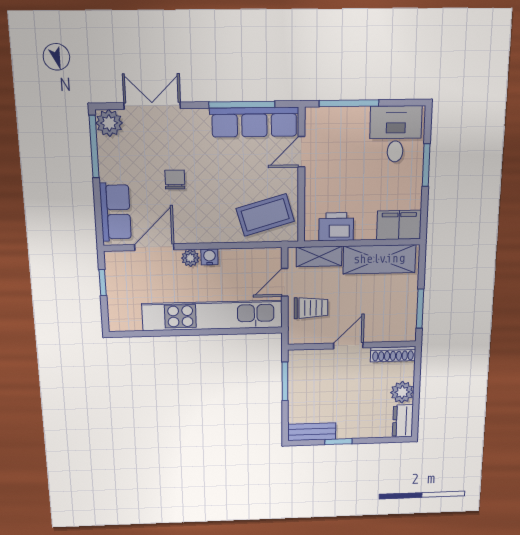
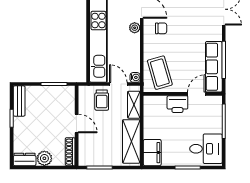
door: (301, 152) -> (197, 94), hinge flipped
chair: (175, 180) -> (161, 28), moved
printer: (336, 227) -> (177, 104), moved, turned 90
water cooler: (209, 257) -> (135, 77), moved

